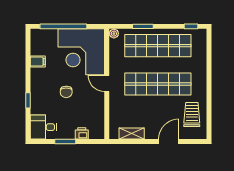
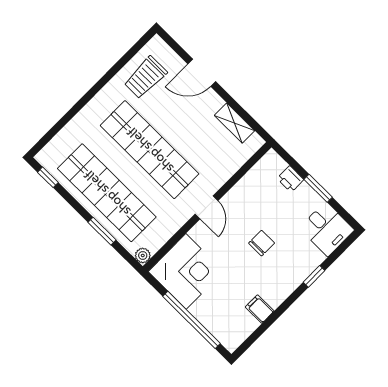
corner desk: (81, 52) -> (186, 271), width x0.74, depth x0.74

